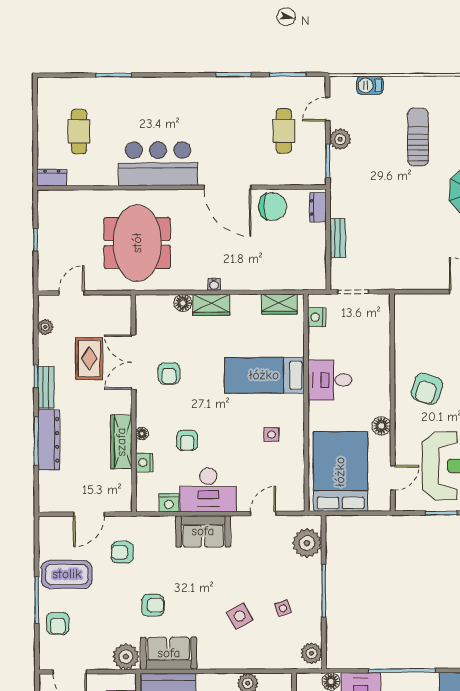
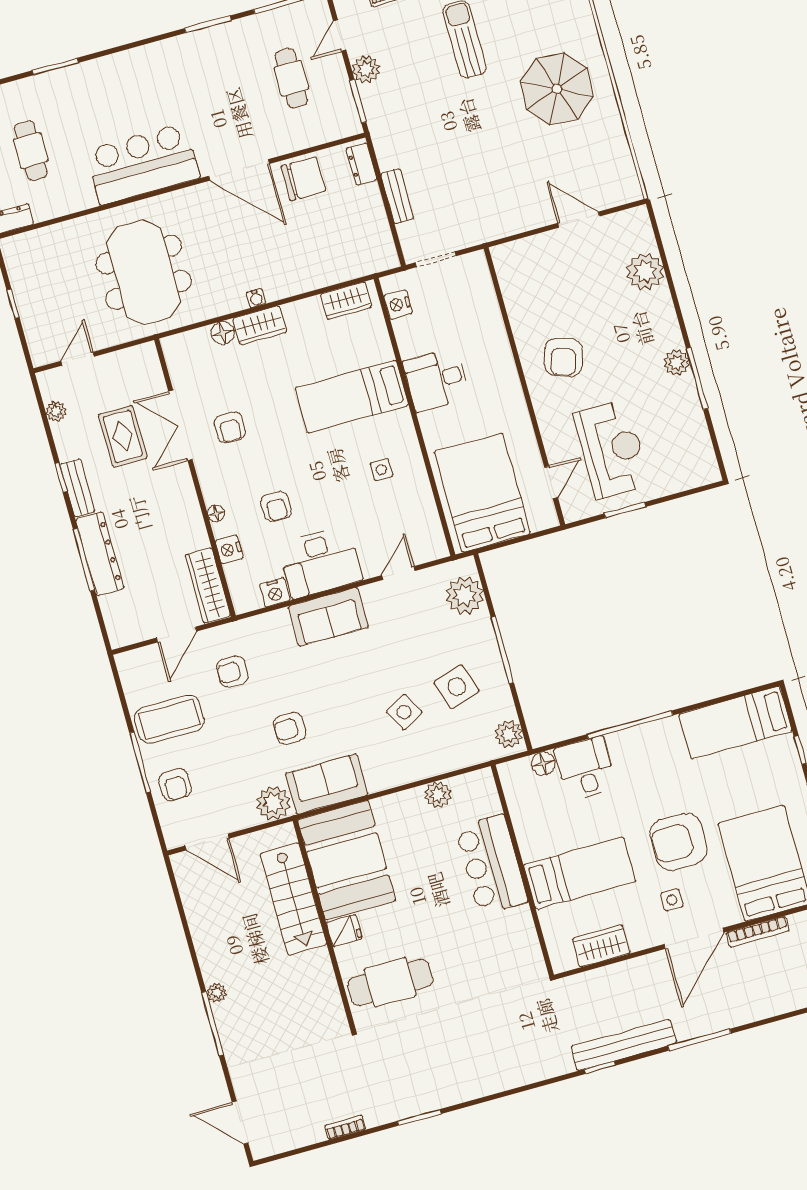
floor lamp: (381, 426) -> (518, 420), removed
wardrobe: (121, 442) -> (208, 585), moved
armchair: (153, 605) -> (290, 728), turned 180
side table: (283, 608) -> (457, 687), width x1.87, depth x1.87

